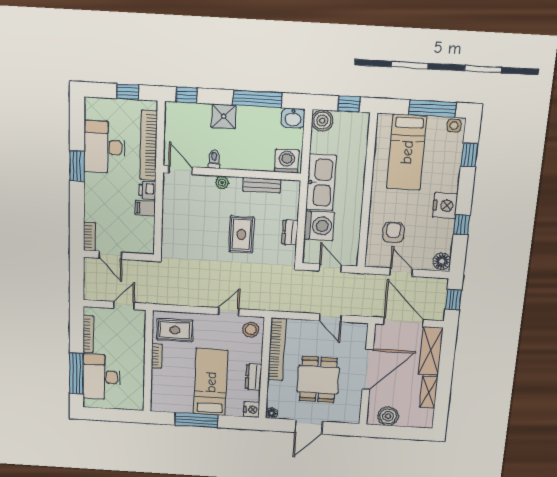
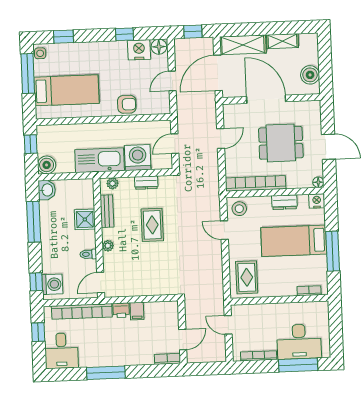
shower: (224, 116) -> (85, 219), moved
desk: (104, 147) -> (61, 351), moved, width x0.73
washing machine: (287, 161) -> (52, 284), moved, turned 180
window: (77, 166) -> (106, 373), width x1.44
plant: (293, 195) -> (112, 183), added
nightstand: (445, 206) -> (139, 50), moved
armchair: (394, 233) -> (127, 104), moved, turned 180
rug: (241, 234) -> (152, 225), turned 90
bookcase: (157, 356) -> (309, 291), moved

